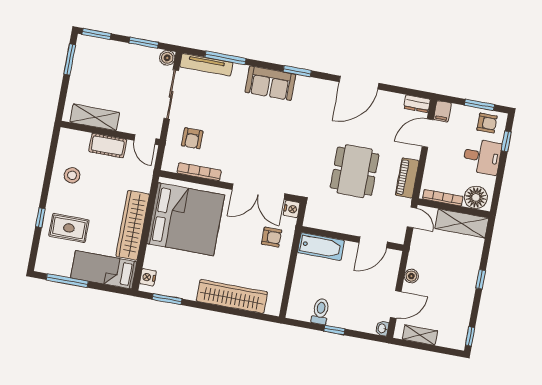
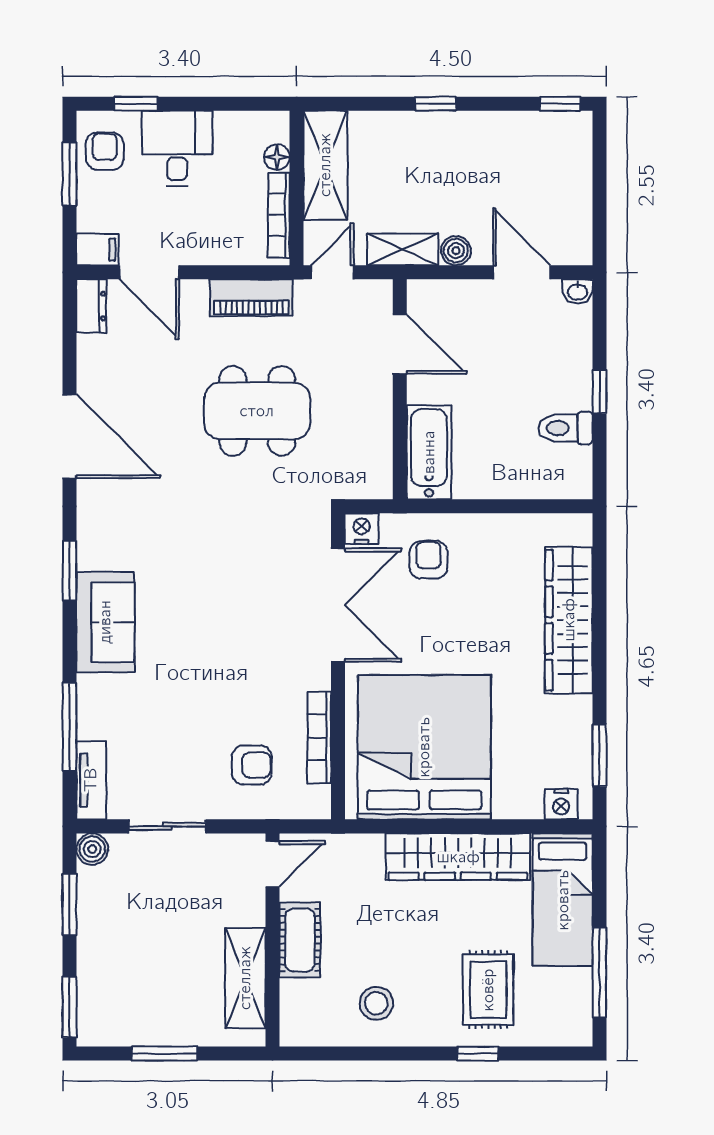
window: (70, 59) -> (164, 1054), moved
tv unit: (206, 65) -> (91, 780), width x0.71
sliding door: (171, 94) -> (167, 826), width x0.73
floor lamp: (476, 197) -> (277, 157), width x0.53, depth x0.53
shelving: (420, 335) -> (403, 249), moved, turned 90

